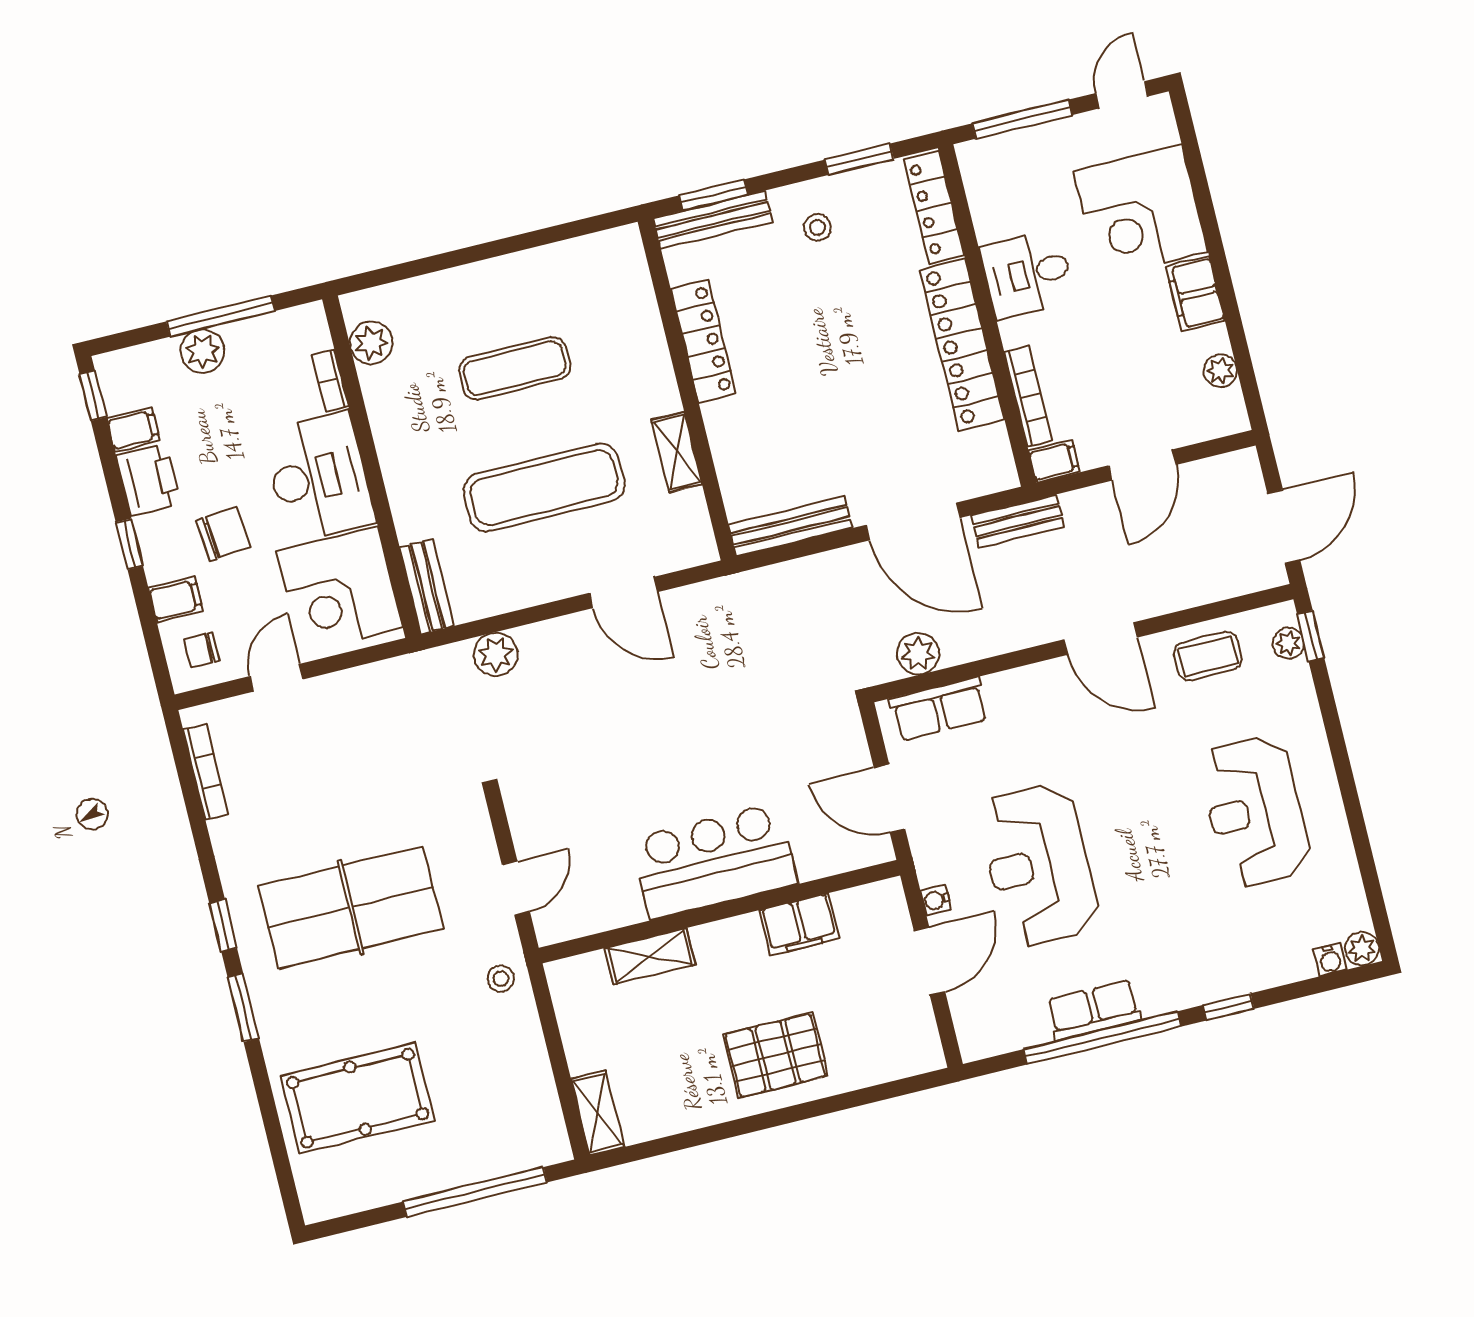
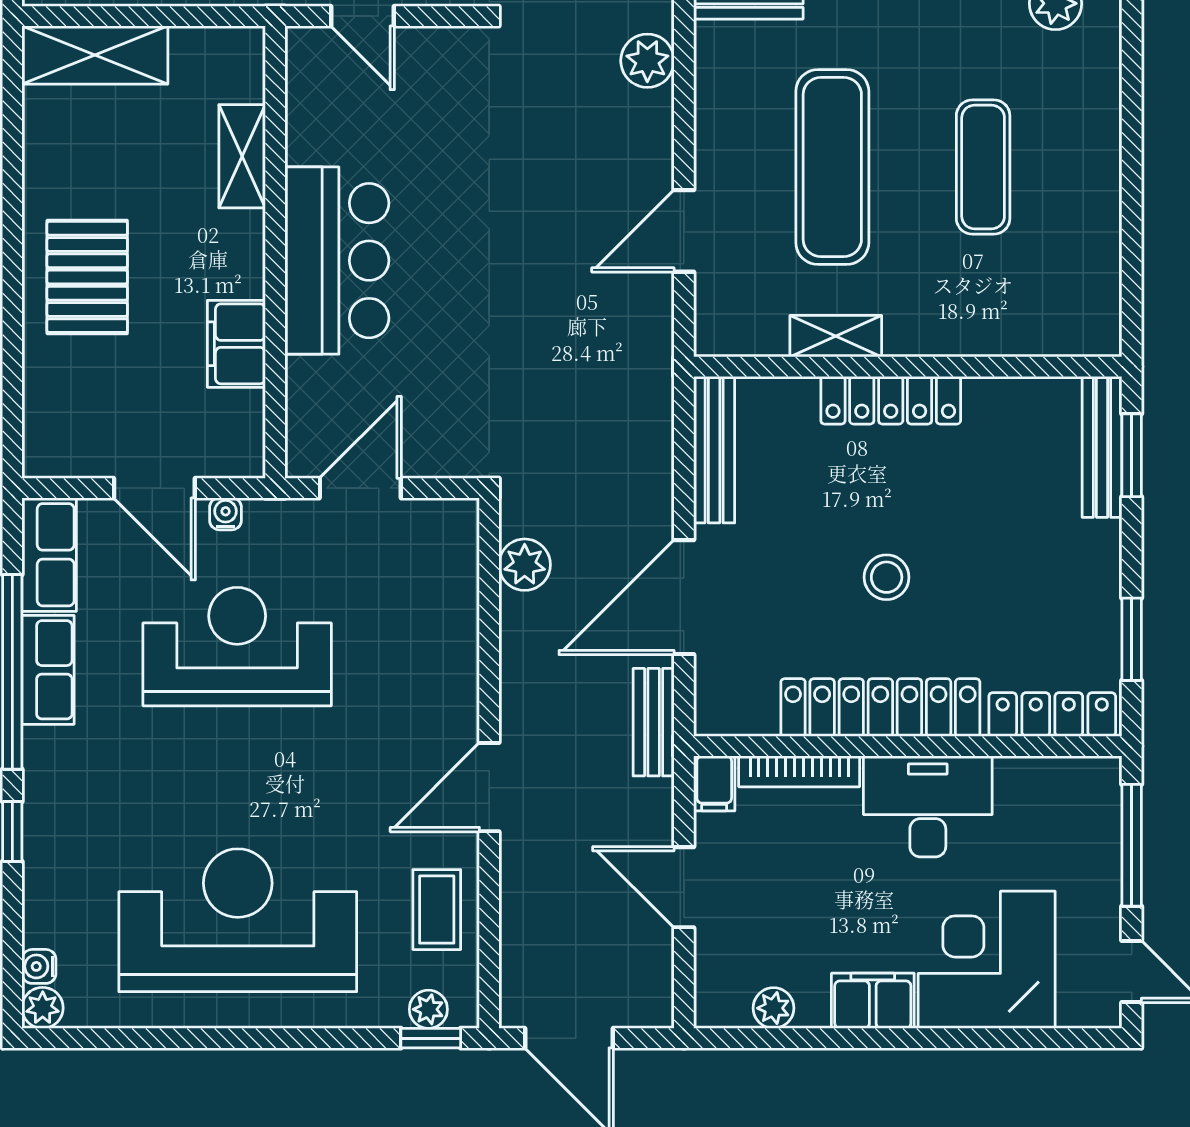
stool: (818, 227) -> (887, 577), moved, width x1.37, depth x1.37
desk: (1028, 274) -> (928, 806), width x1.37
locker: (703, 341) -> (891, 400), moved
row of seats: (939, 709) -> (49, 555), moved, turned 180
reception desk: (1255, 811) -> (238, 920), width x1.36, depth x1.30
shelving: (598, 1113) -> (95, 55), width x1.50, depth x1.33

